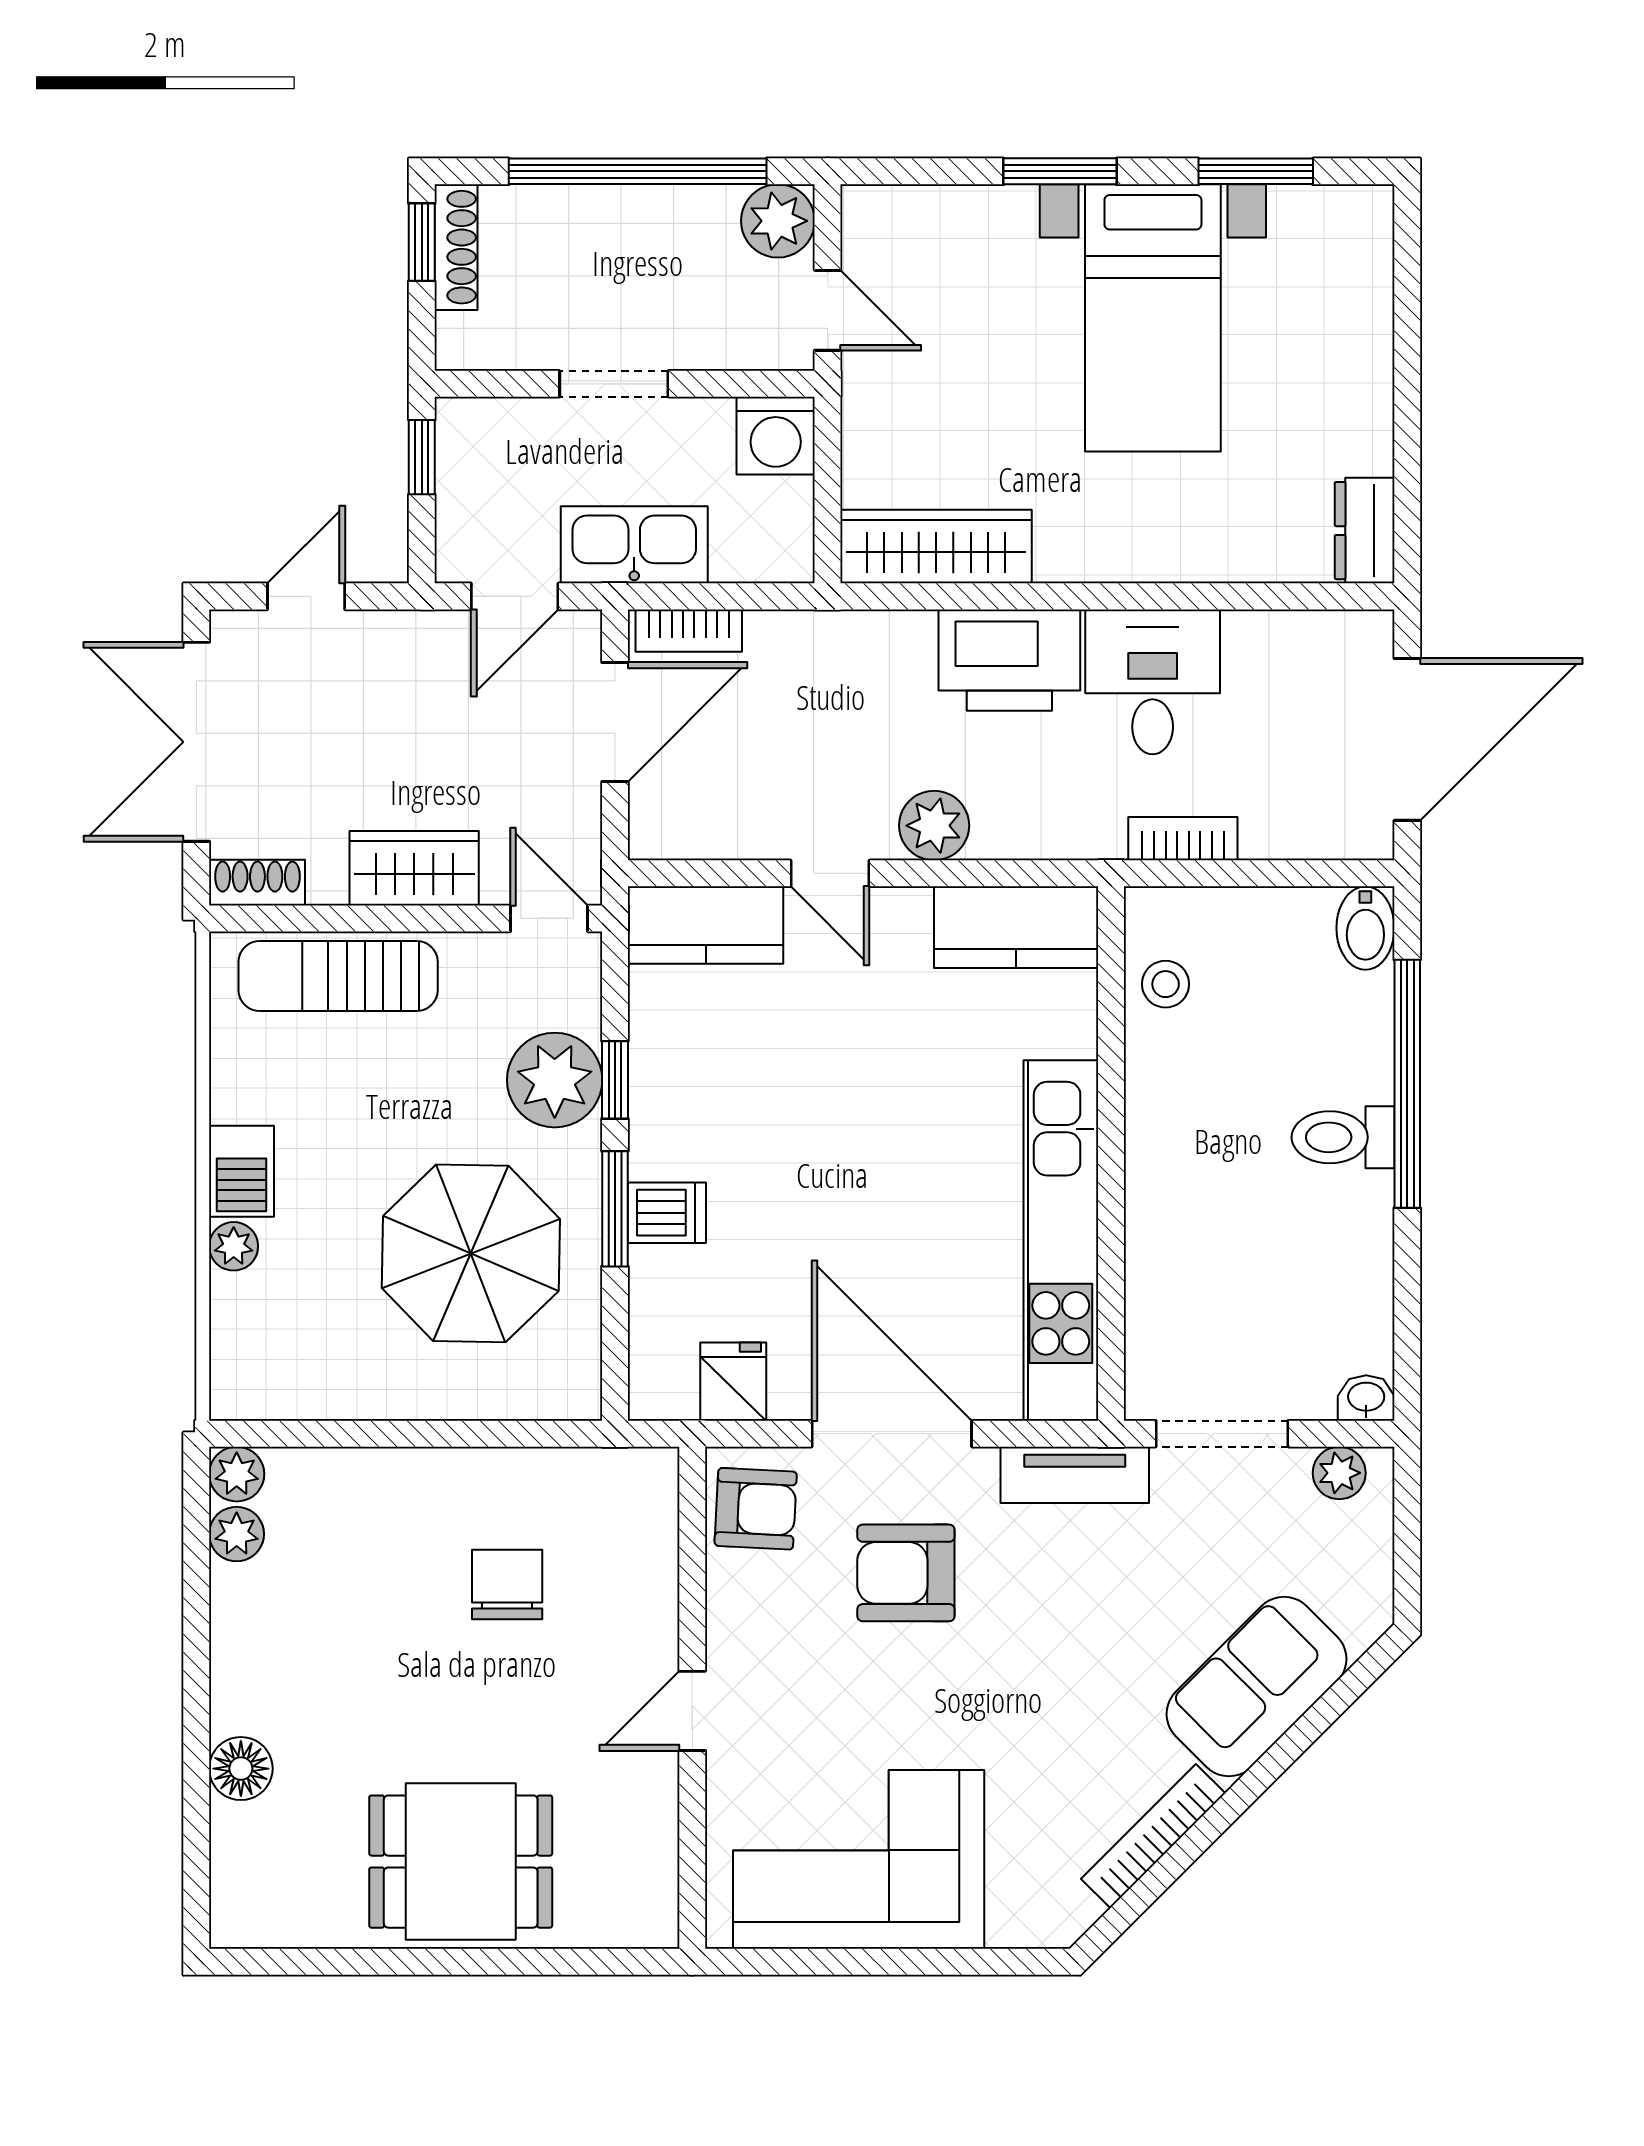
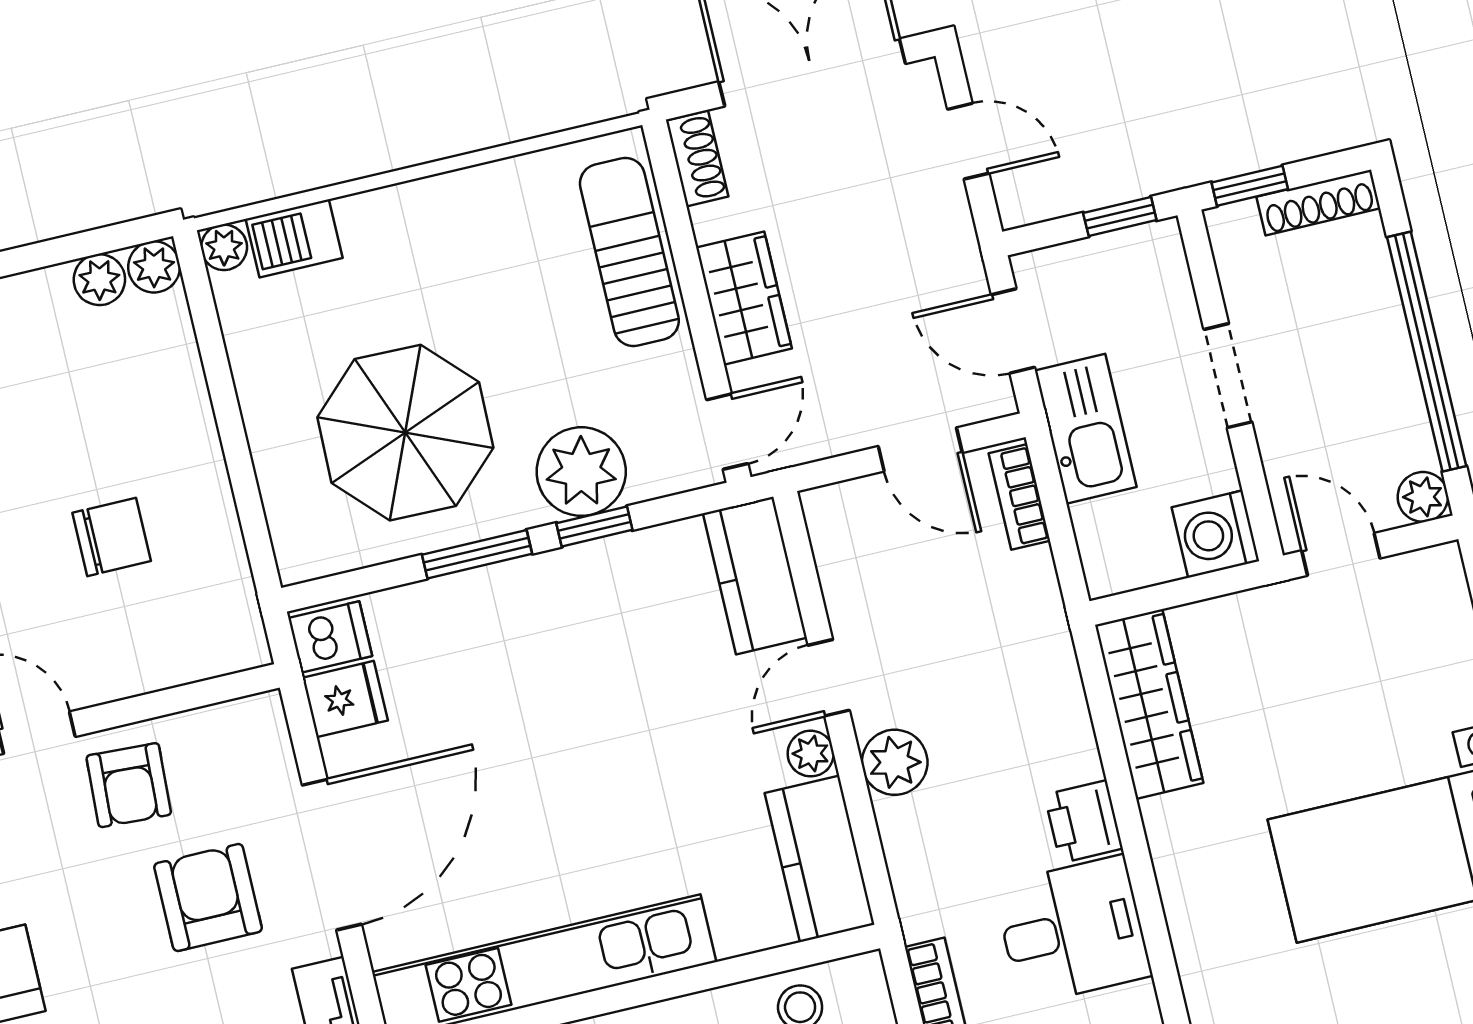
plant: (778, 221) -> (1423, 497), width x0.73, depth x0.73
window: (422, 242) -> (1250, 186), moved
door: (828, 310) -> (1341, 554), swing flipped
printer: (1009, 660) -> (1084, 822), width x0.53, depth x0.68
door: (615, 722) -> (920, 449), width x0.73
plant: (904, 911) -> (811, 754), added
barbecue: (242, 1171) -> (294, 238), moved
dishwasher: (667, 1213) -> (330, 637), moved, turned -90
plant: (234, 1246) -> (224, 247), moved
armchair: (756, 1509) -> (129, 785), moved

